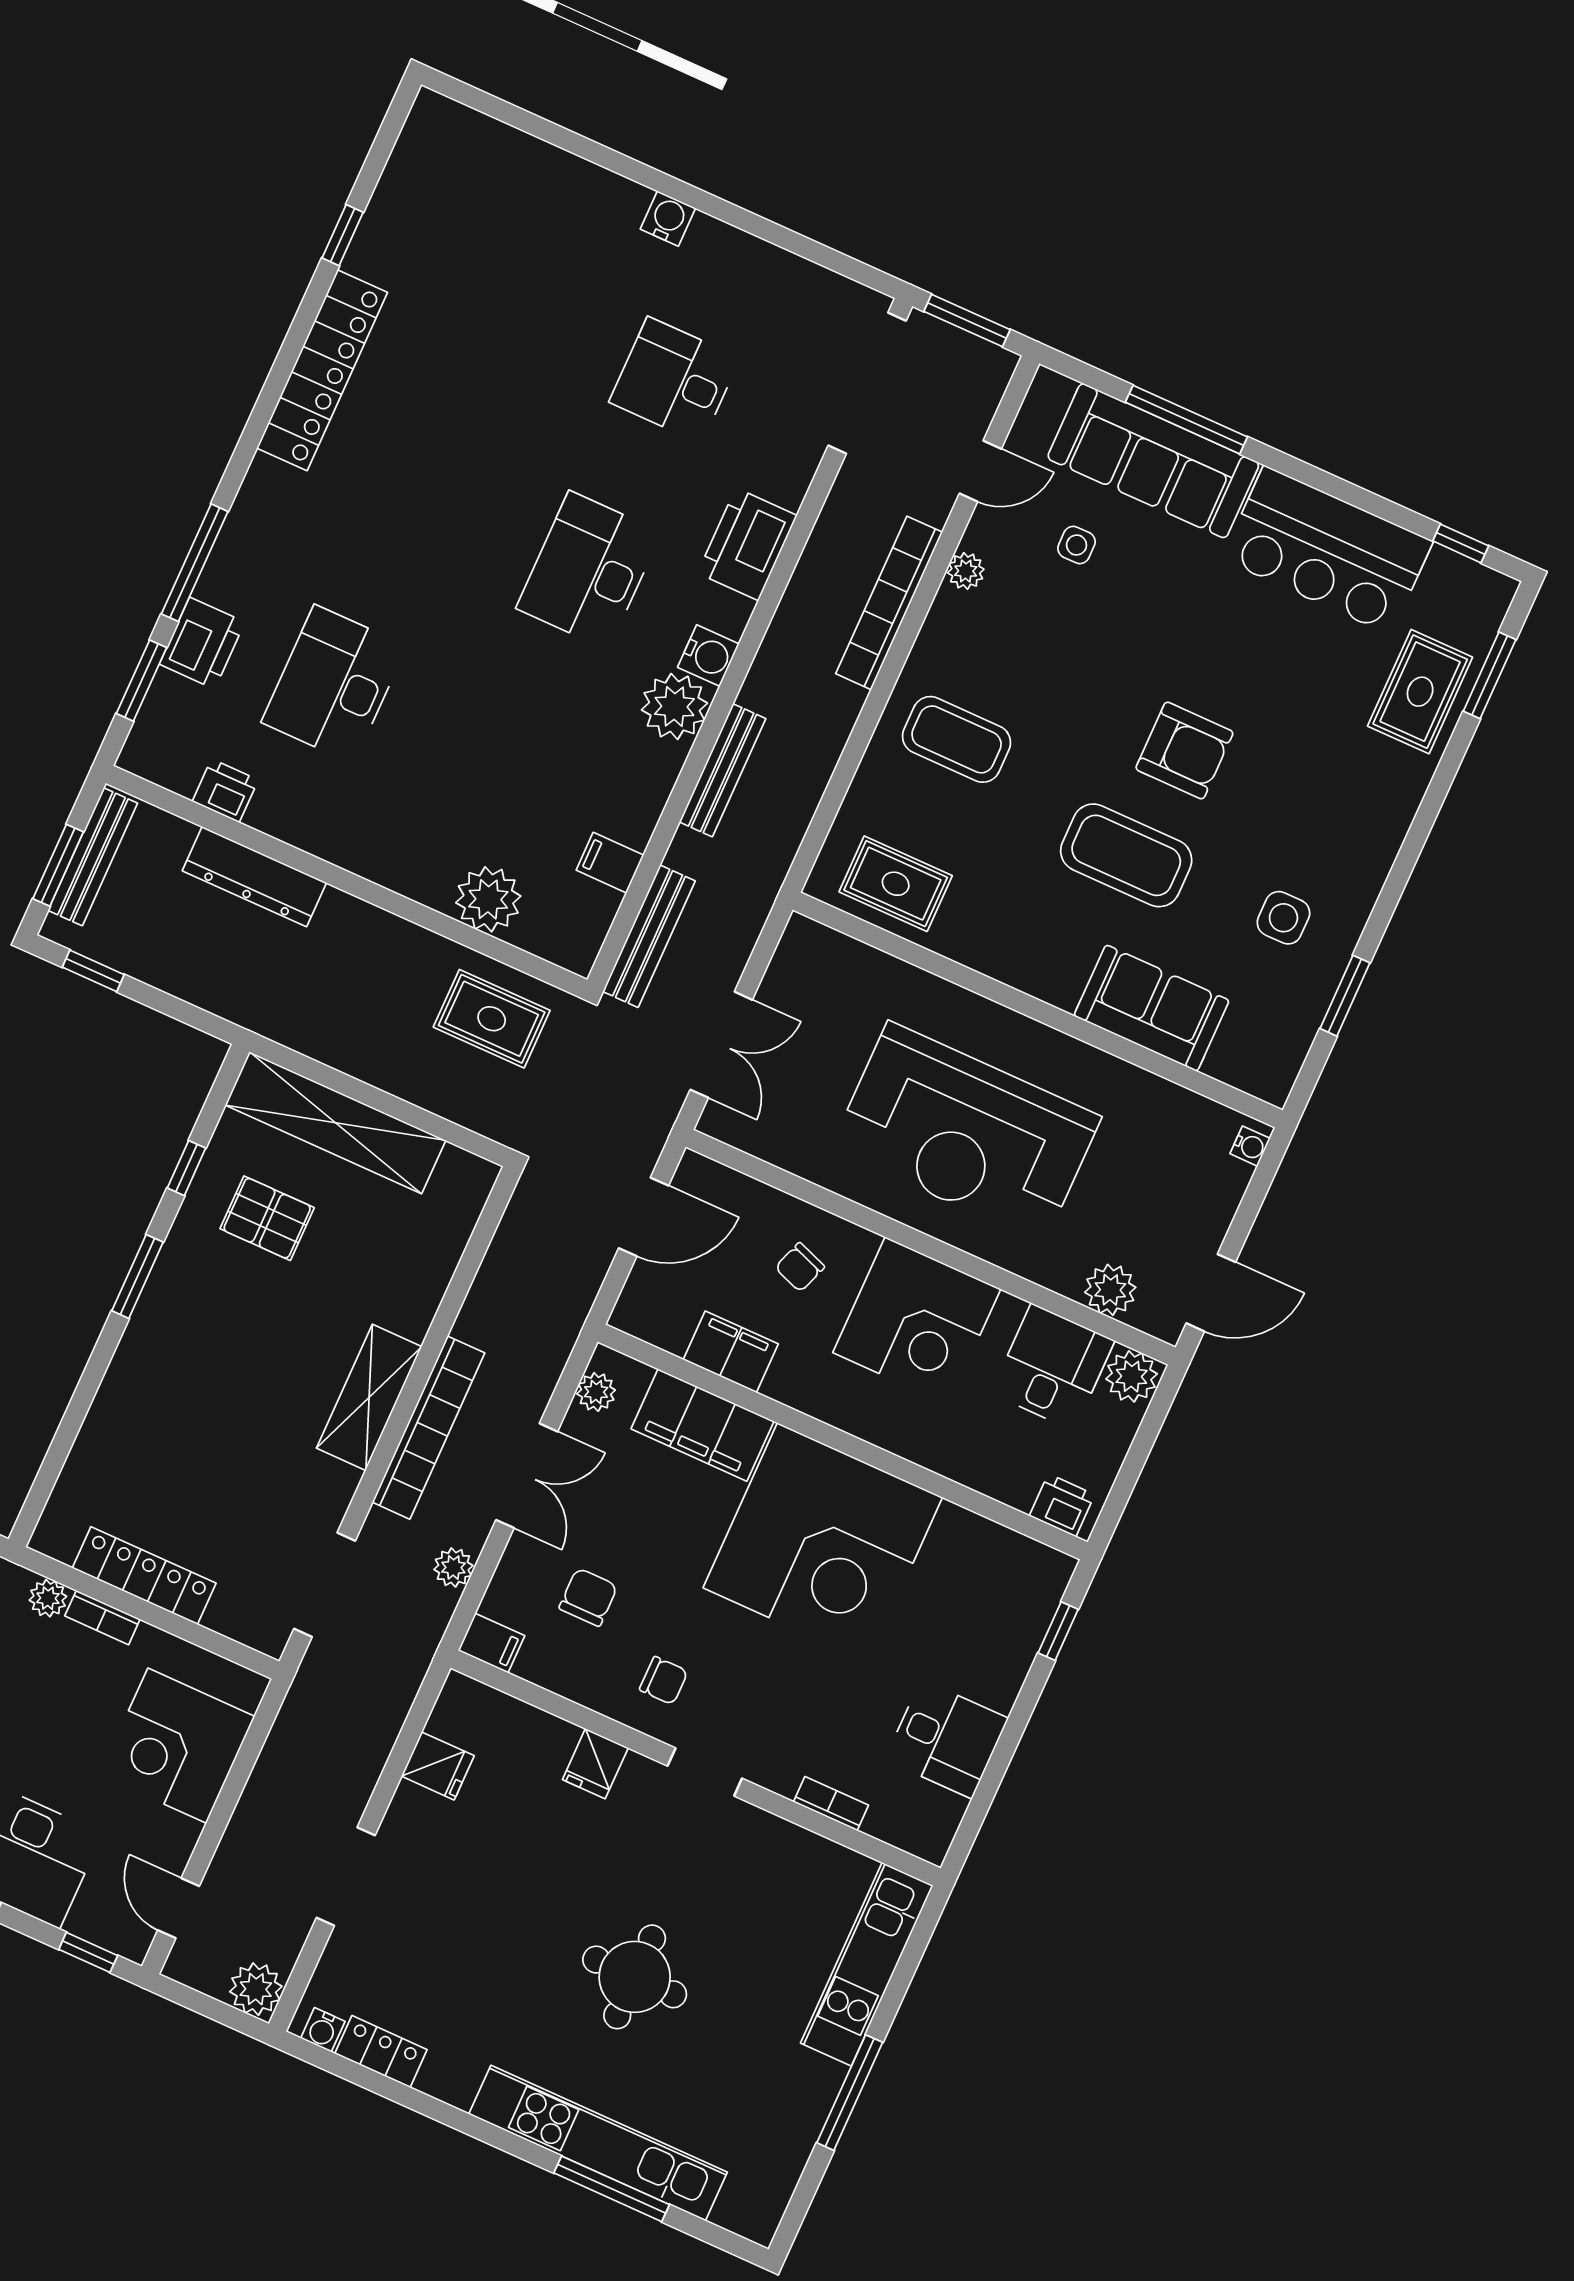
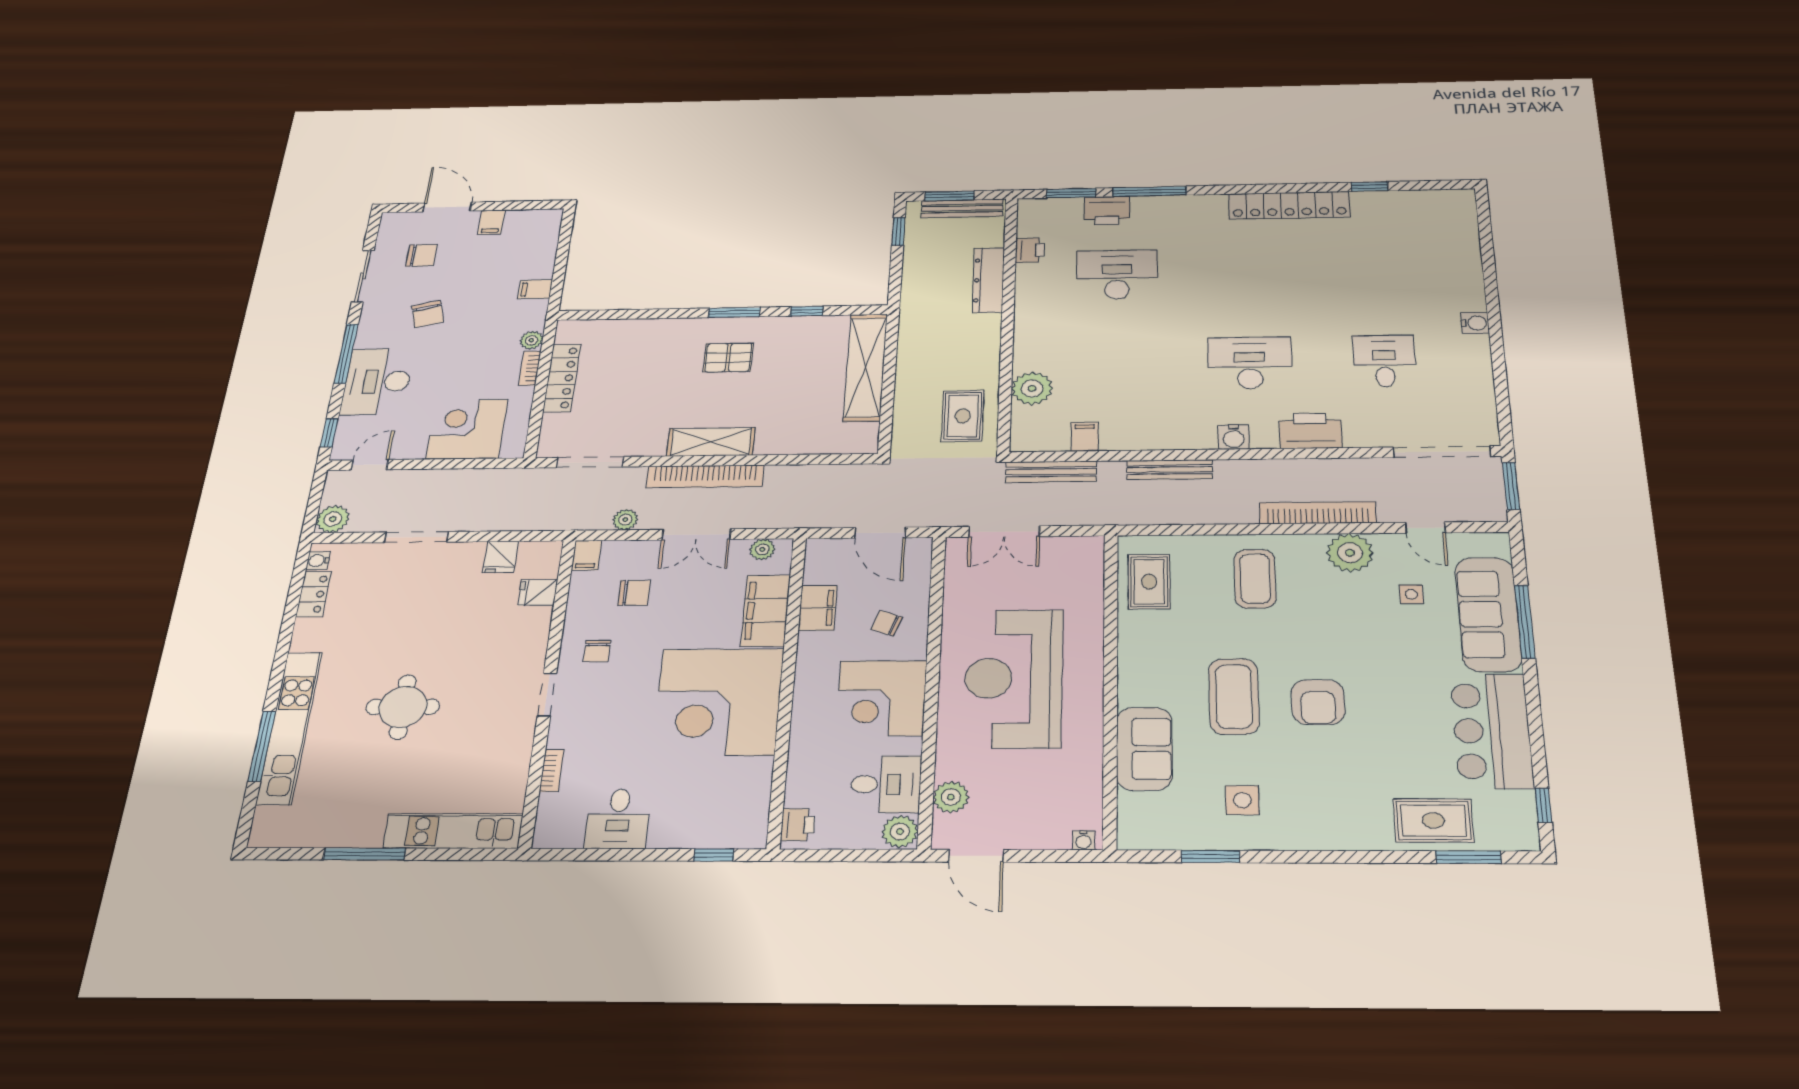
plant: (966, 571) -> (1350, 553), width x1.87, depth x1.87
plant: (674, 706) -> (1194, 432), removed
pallet: (267, 1218) -> (728, 358), moved, turned 90
fridge: (595, 1764) -> (538, 592), moved

